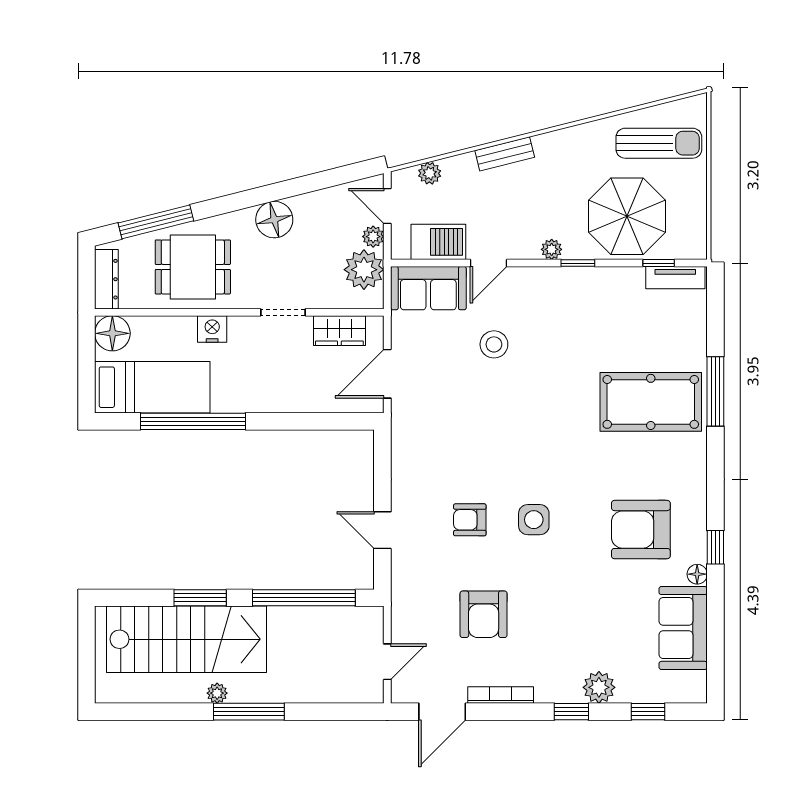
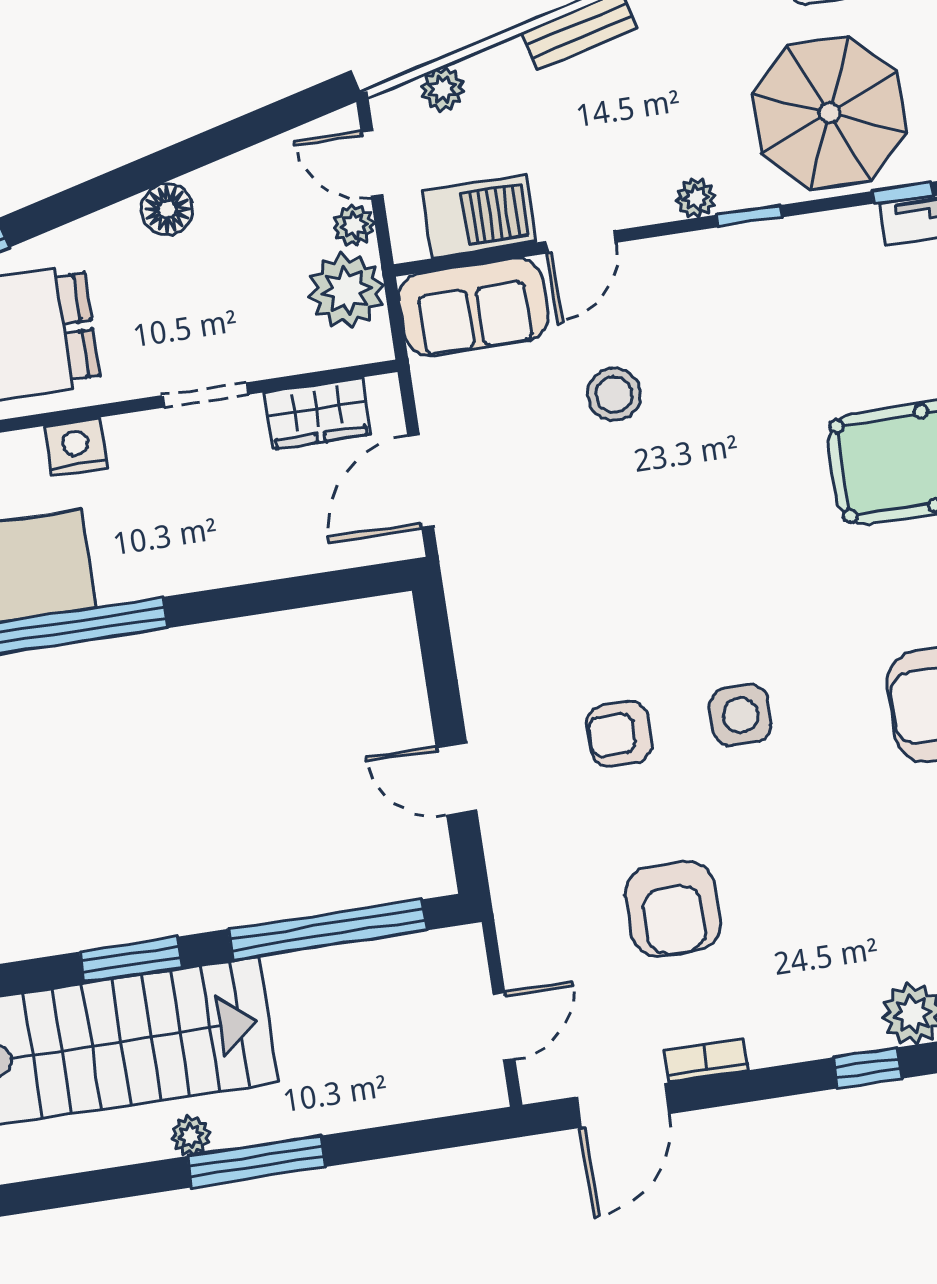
floor lamp: (274, 220) -> (167, 209), width x0.73, depth x0.73
bookcase: (501, 695) -> (706, 1061), width x0.64

